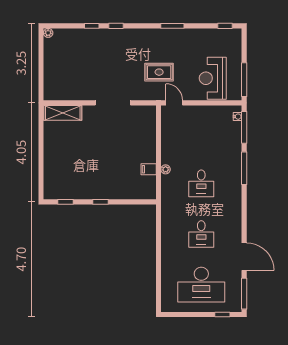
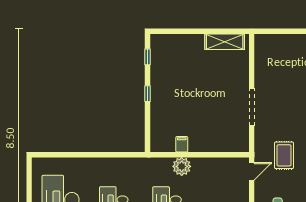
shelving: (63, 113) -> (225, 42), moved, turned 90
plant: (166, 169) -> (182, 166), width x1.88, depth x1.88

